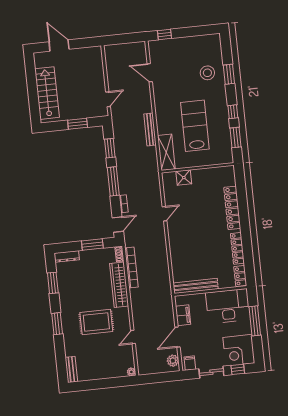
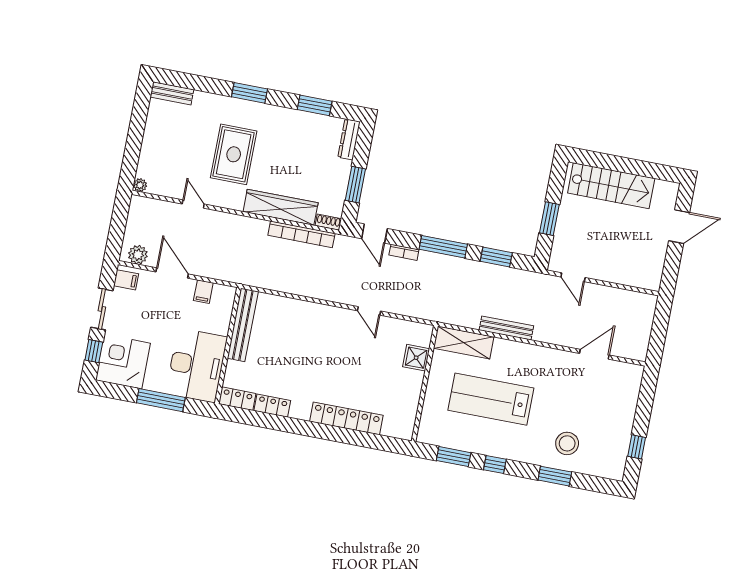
window: (165, 34) -> (637, 447), moved
lab bench: (195, 126) -> (491, 399), turned 180
locker: (237, 248) -> (272, 406), width x0.66
filing cabinet: (183, 315) -> (203, 292), width x0.50

